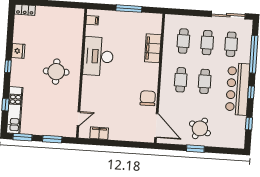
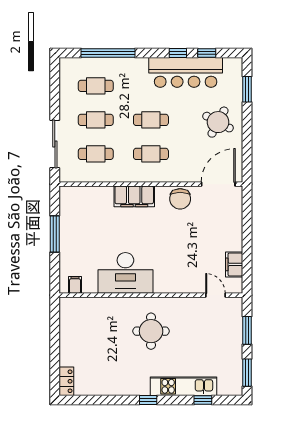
sliding door: (228, 15) -> (55, 144), moved
filing cabinet: (153, 48) -> (134, 196), moved
fridge: (18, 51) -> (125, 387), removed
bar counter: (238, 89) -> (186, 72), moved
window: (251, 92) -> (178, 53), moved
chair: (148, 98) -> (180, 199), turned -90
kitchen unit: (15, 110) -> (183, 386), moved
window: (195, 149) -> (247, 89), moved

